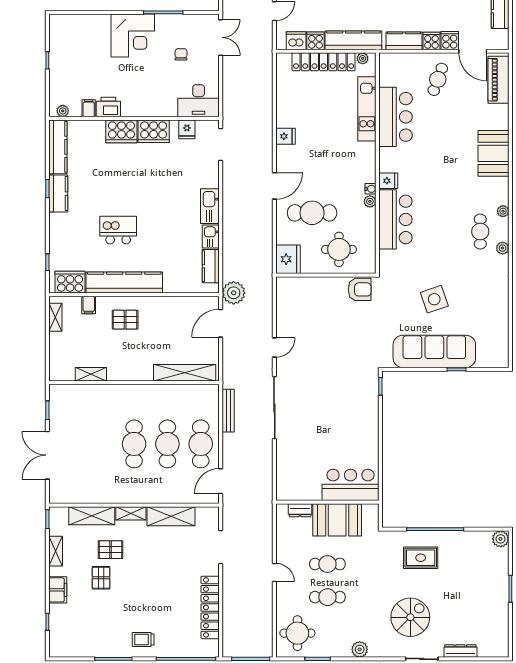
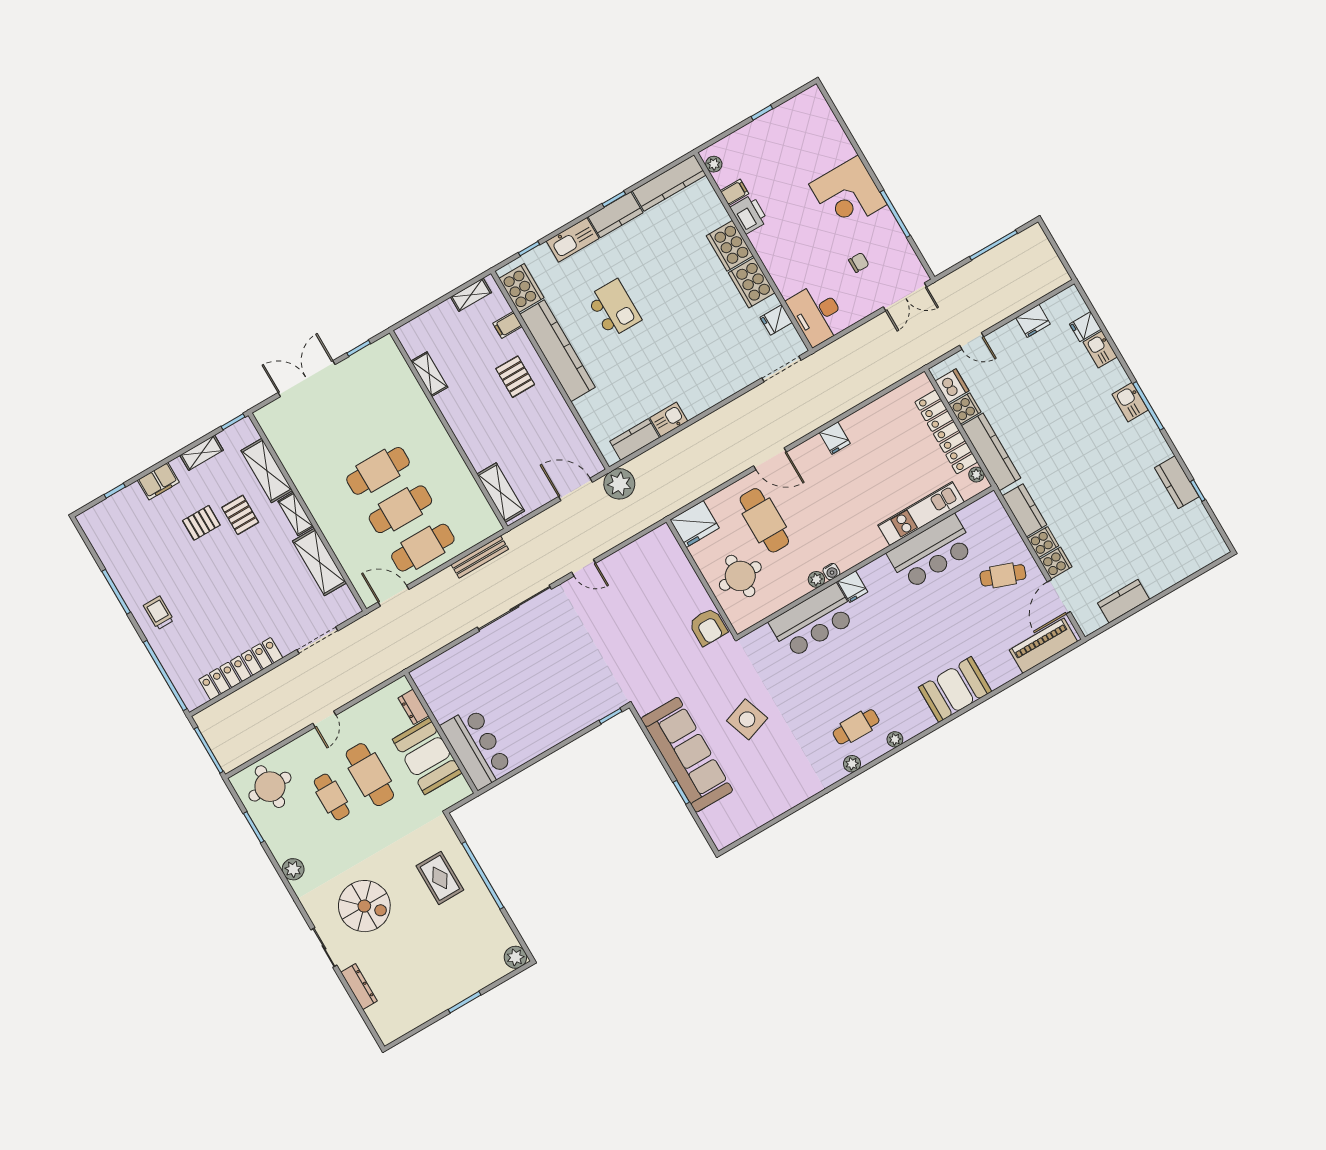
kitchen sink: (210, 206) -> (573, 240), moved, turned 180
shelving: (185, 373) -> (501, 493), width x0.68
cafe table: (327, 564) -> (370, 775), width x1.37, depth x1.35

